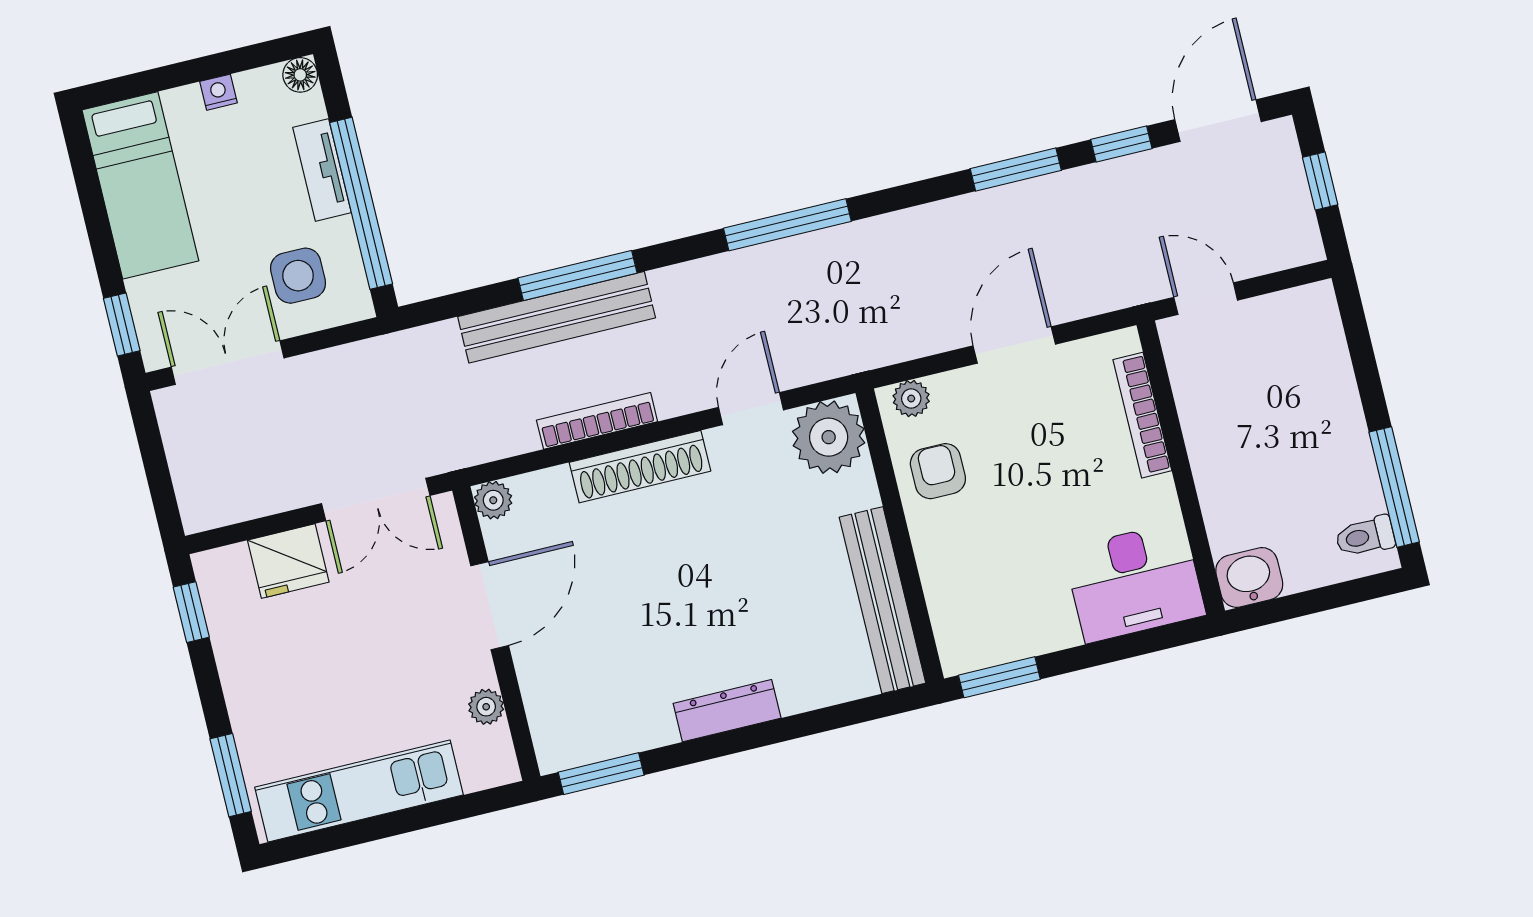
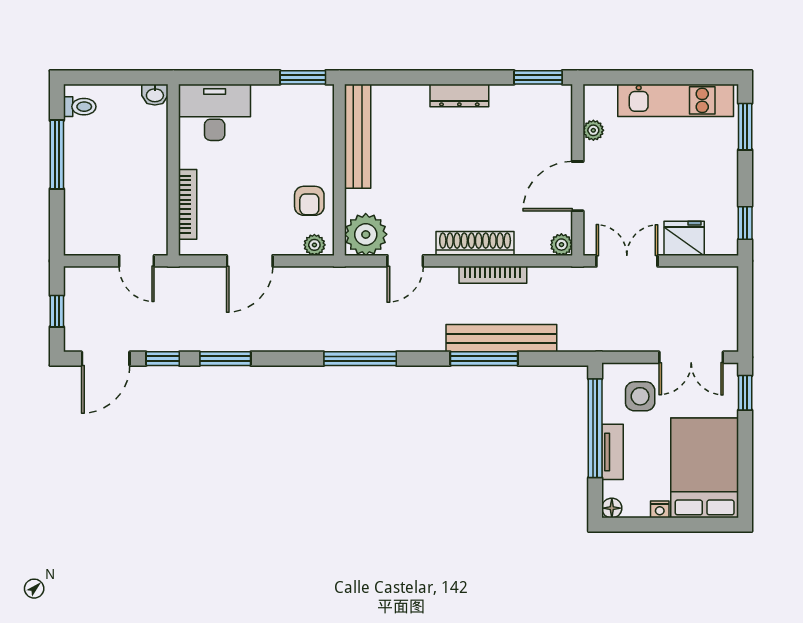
bed: (140, 185) -> (705, 468), width x1.50
window: (1394, 487) -> (57, 155), moved
washbasin: (1249, 577) -> (155, 95), width x0.72, depth x0.69

